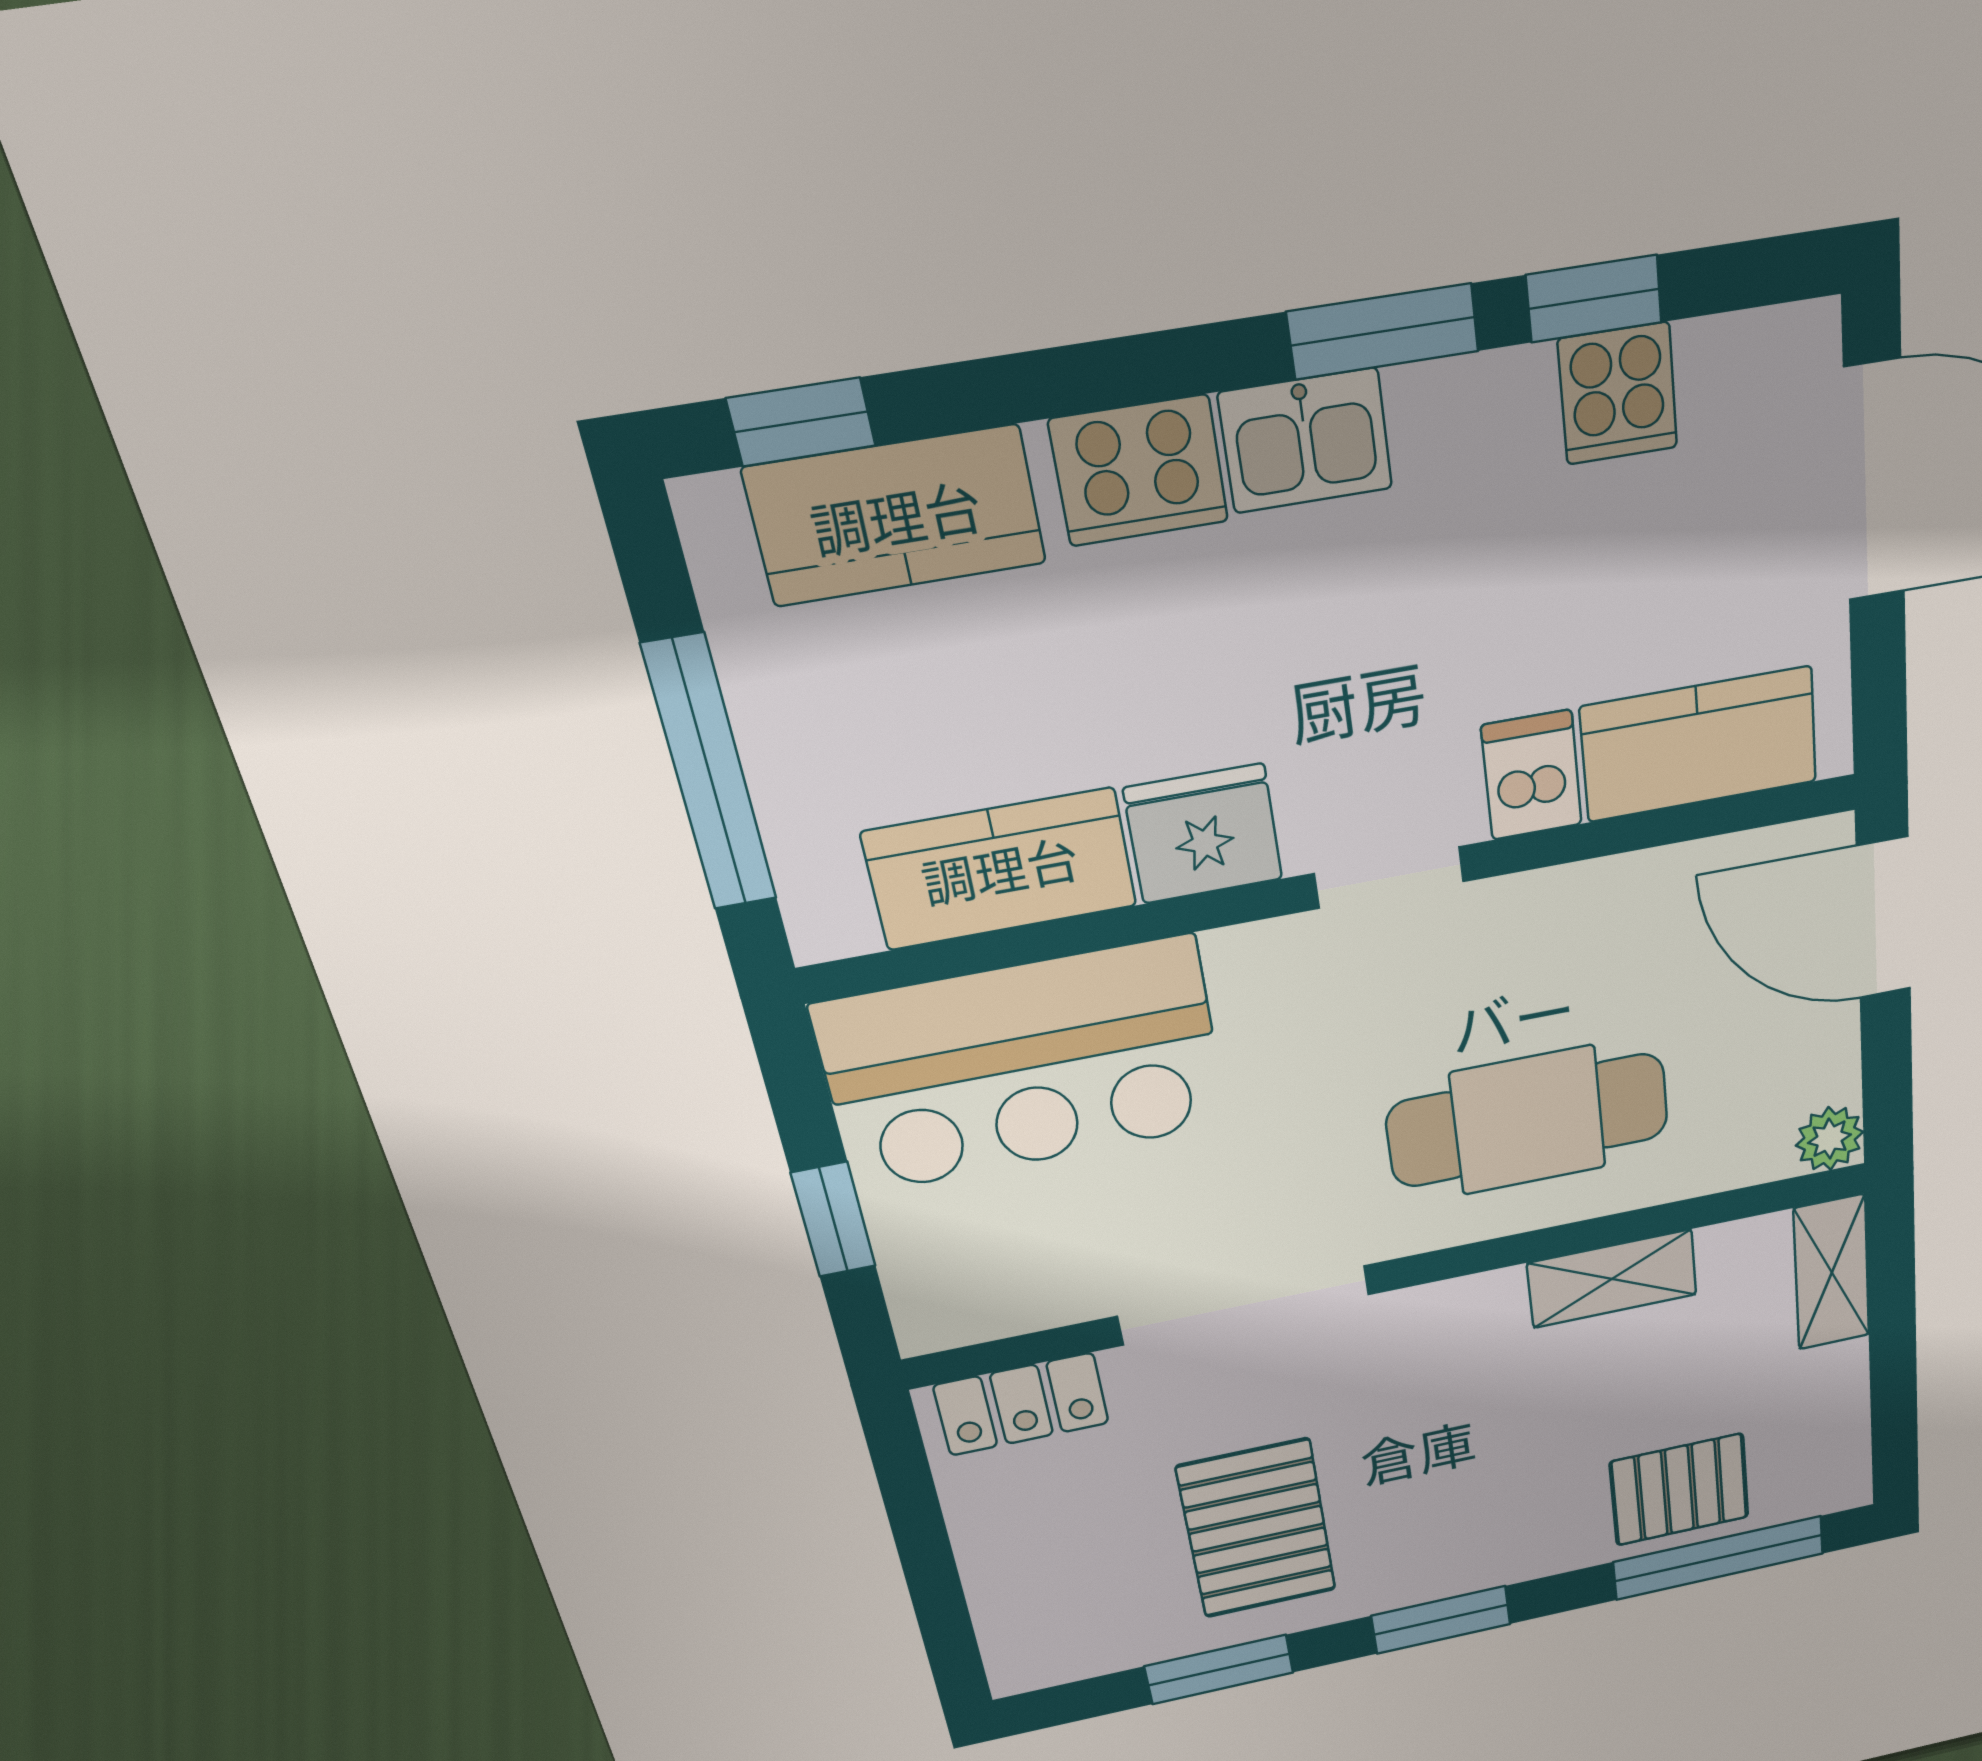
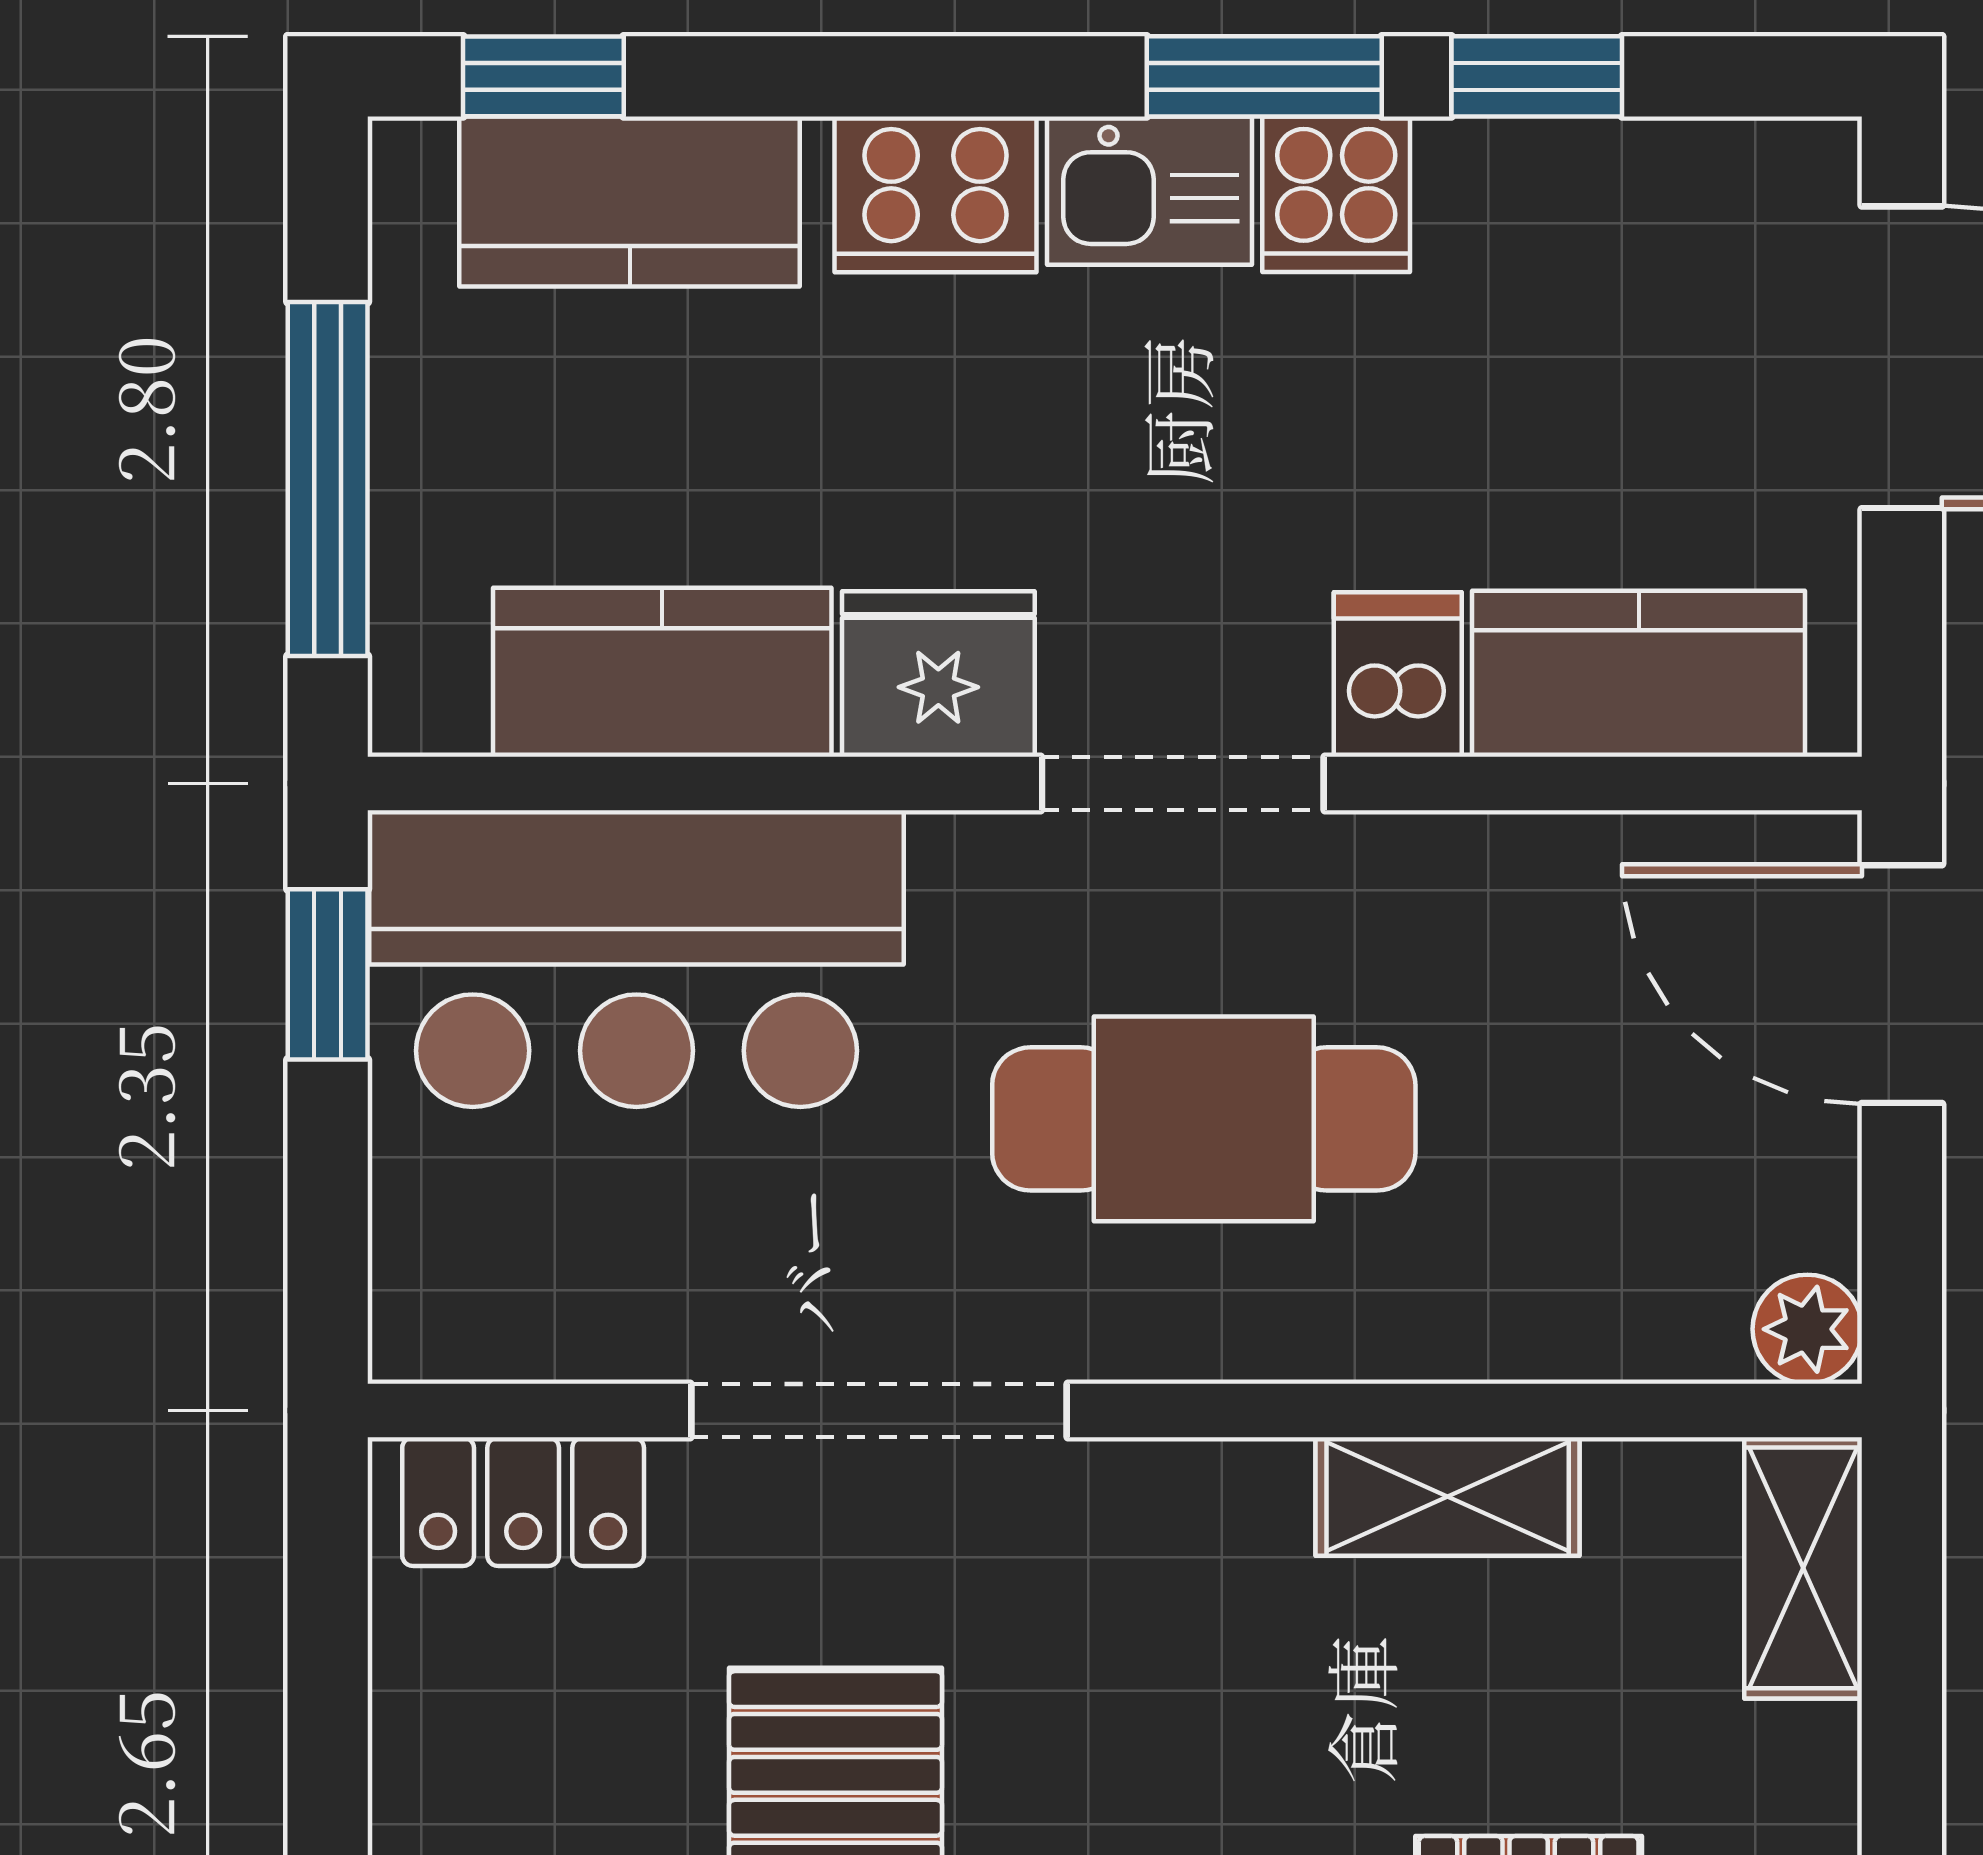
cooker: (1618, 394) -> (1336, 194), moved
doorway: (1389, 878) -> (1183, 784), width x1.38
cafe table: (1528, 1120) -> (1204, 1119), moved
window: (833, 1220) -> (328, 974), moved

